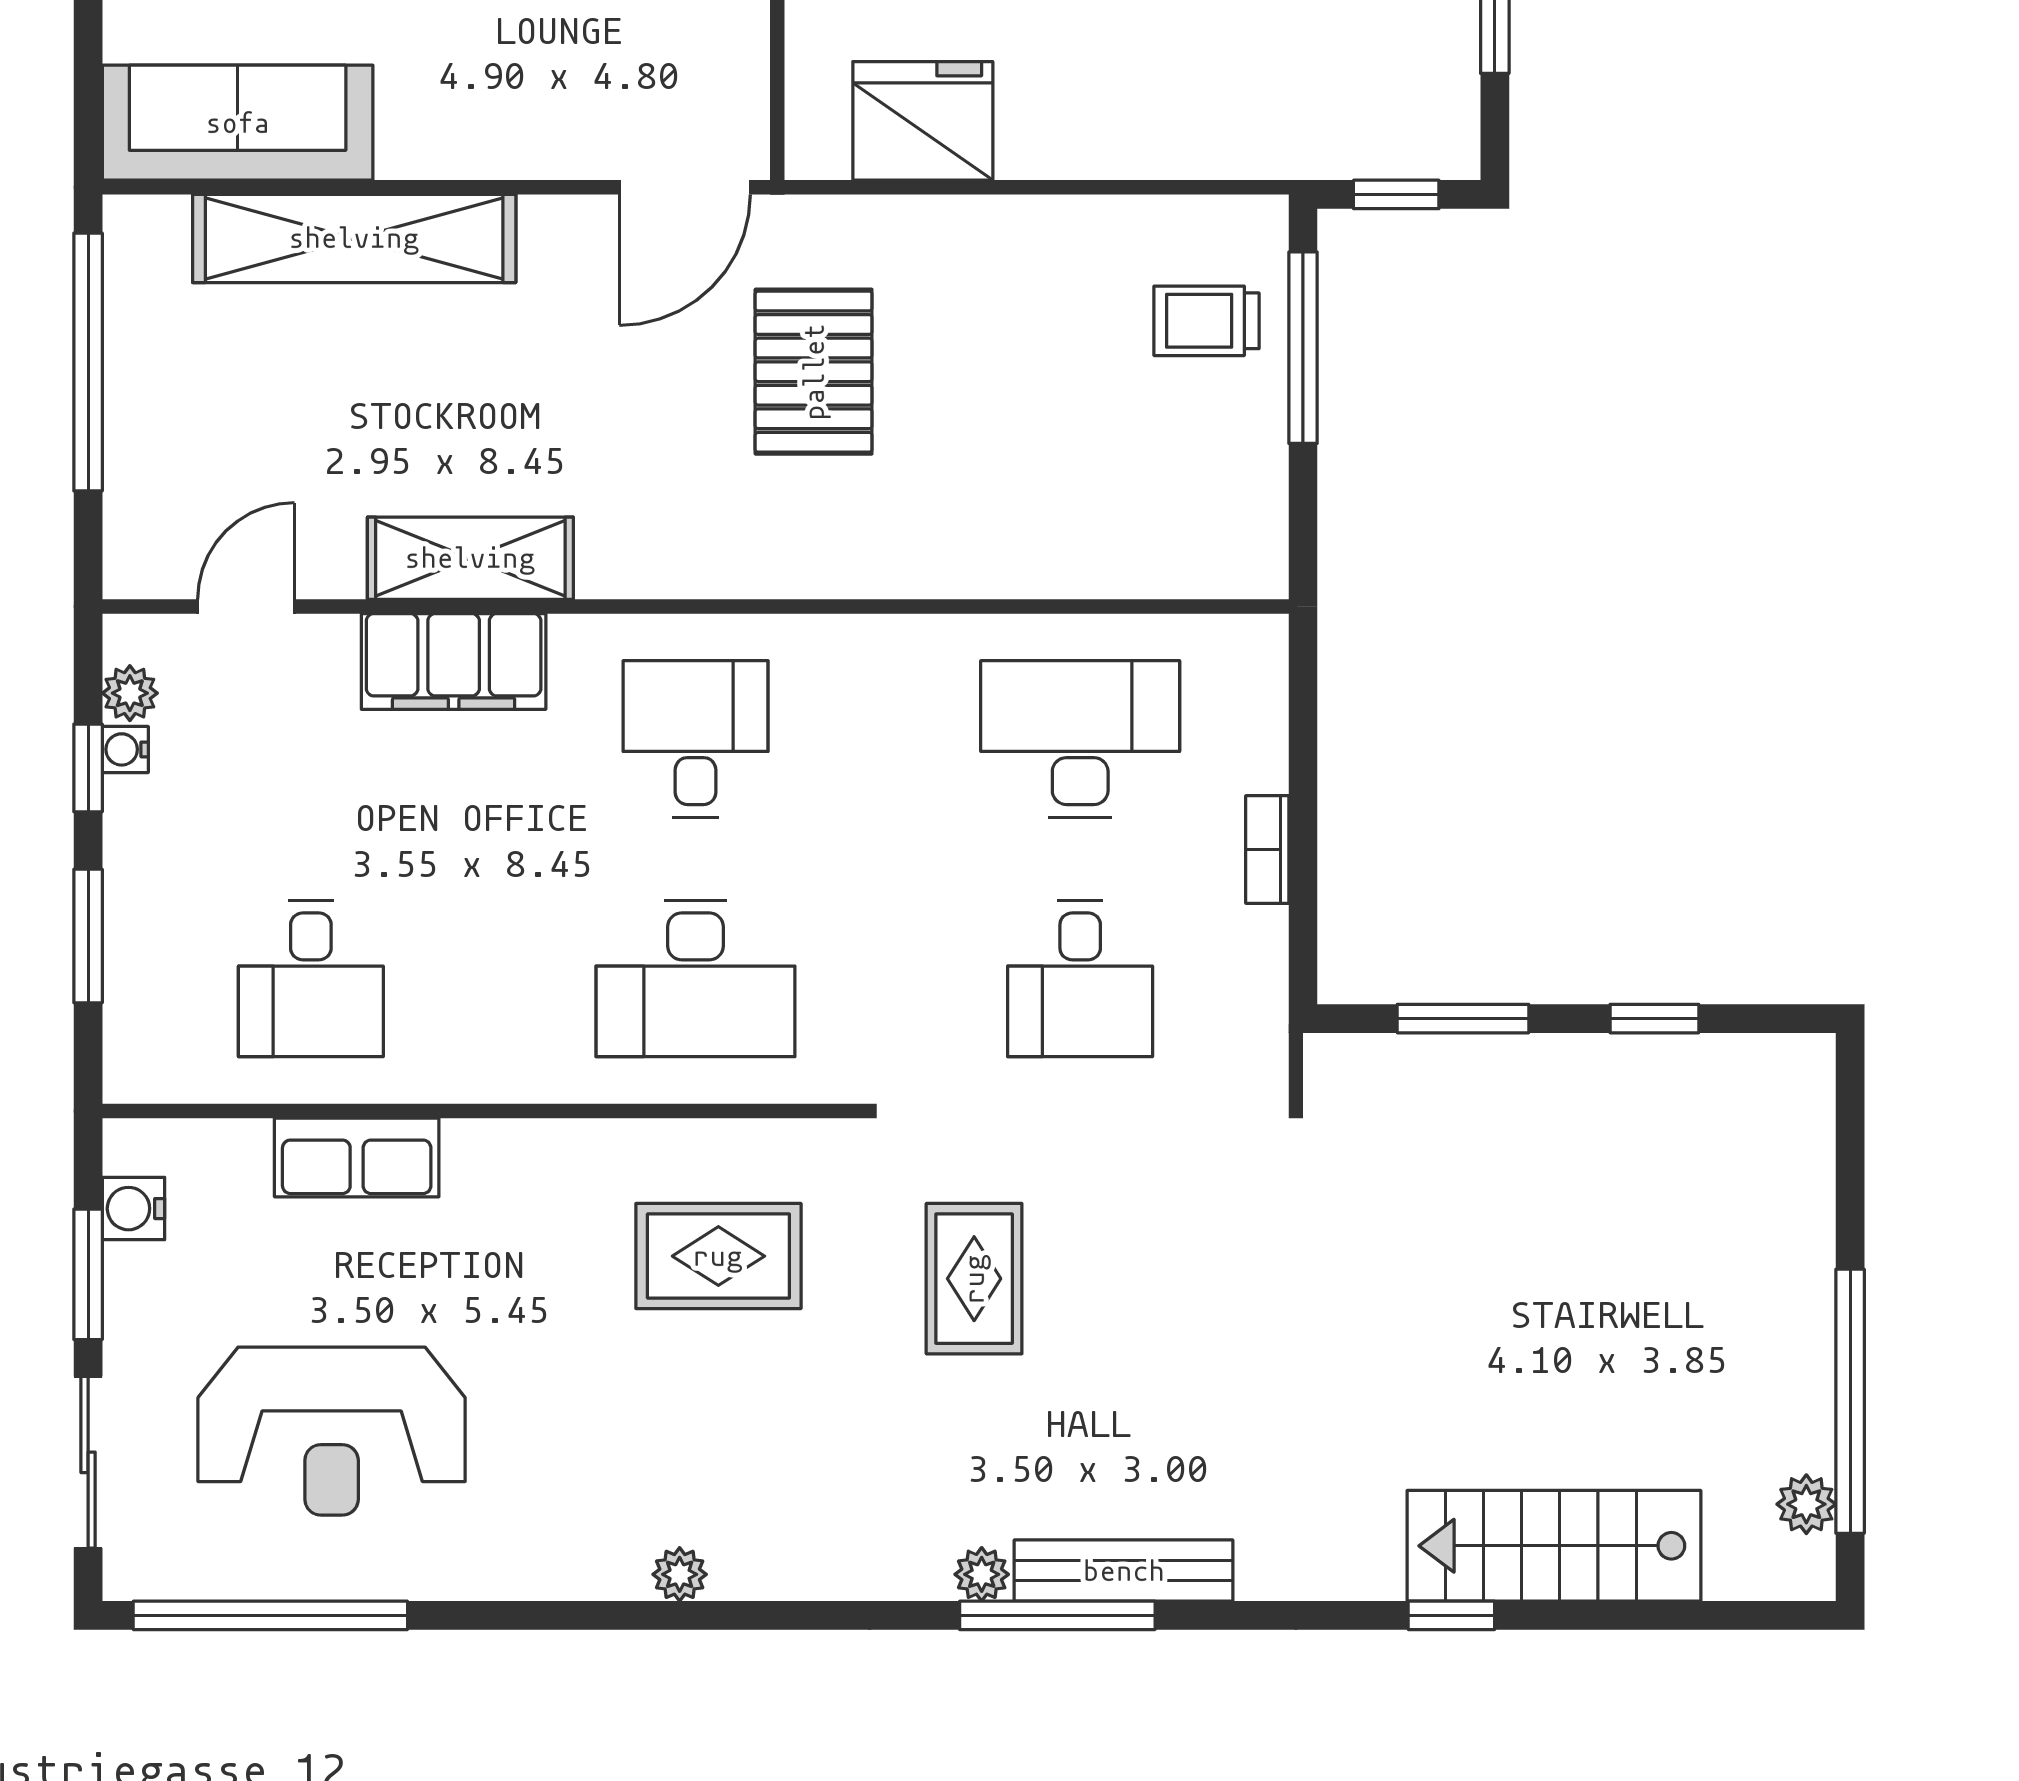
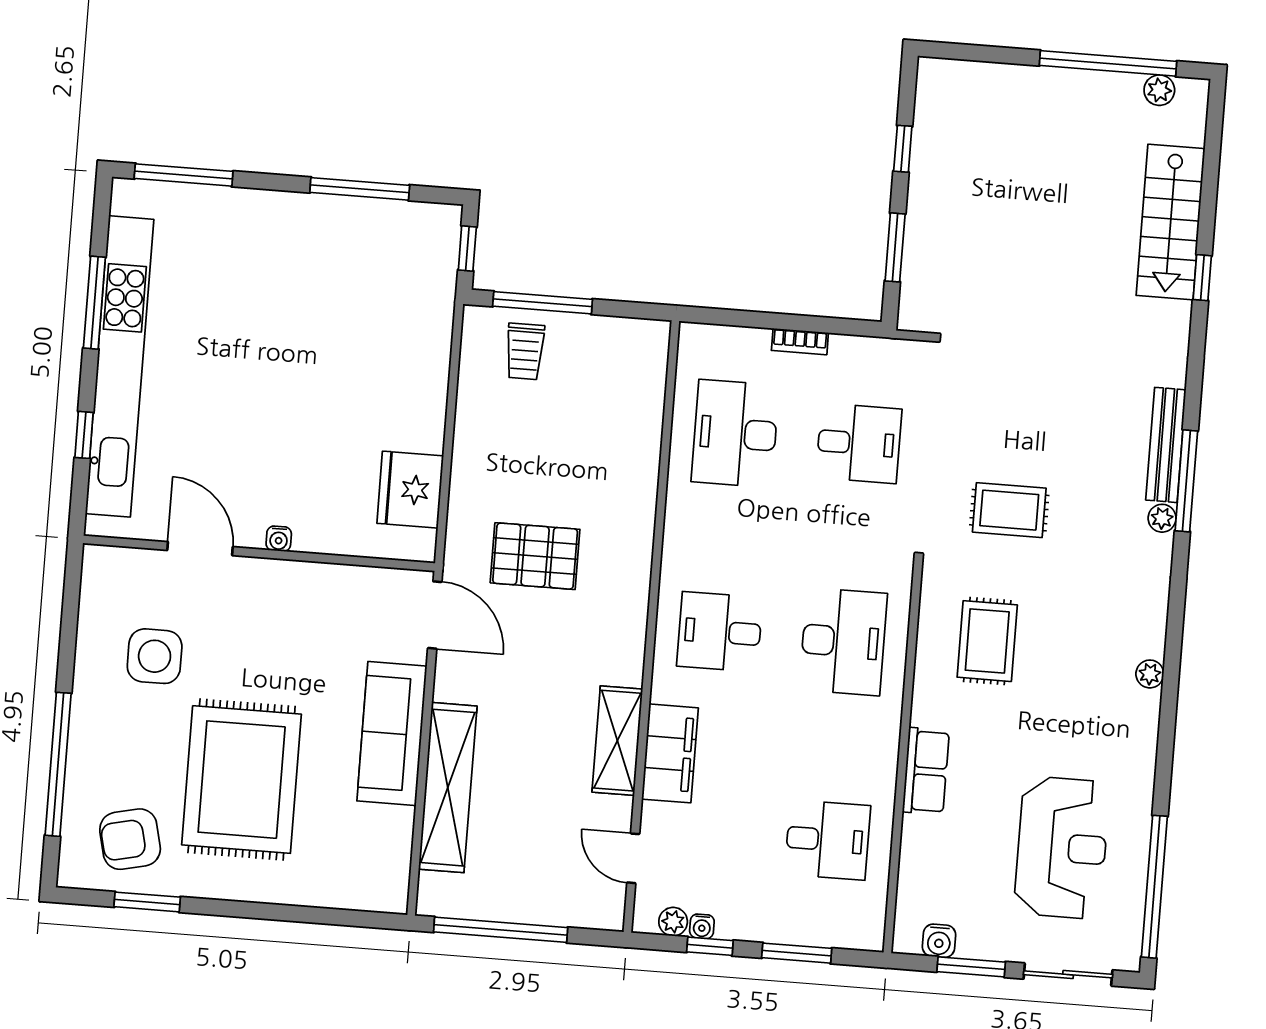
sofa: (238, 123) -> (392, 734), moved
row of seats: (357, 1157) -> (926, 771), moved

